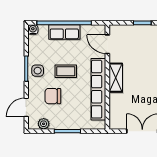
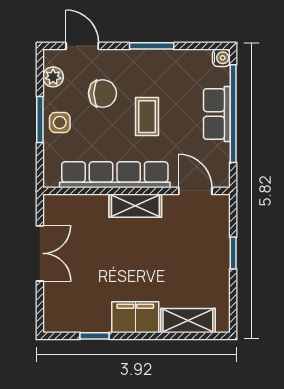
door: (107, 44) -> (195, 191), hinge flipped
side table: (38, 71) -> (60, 122), moved
chair: (53, 96) -> (103, 93), turned 90

